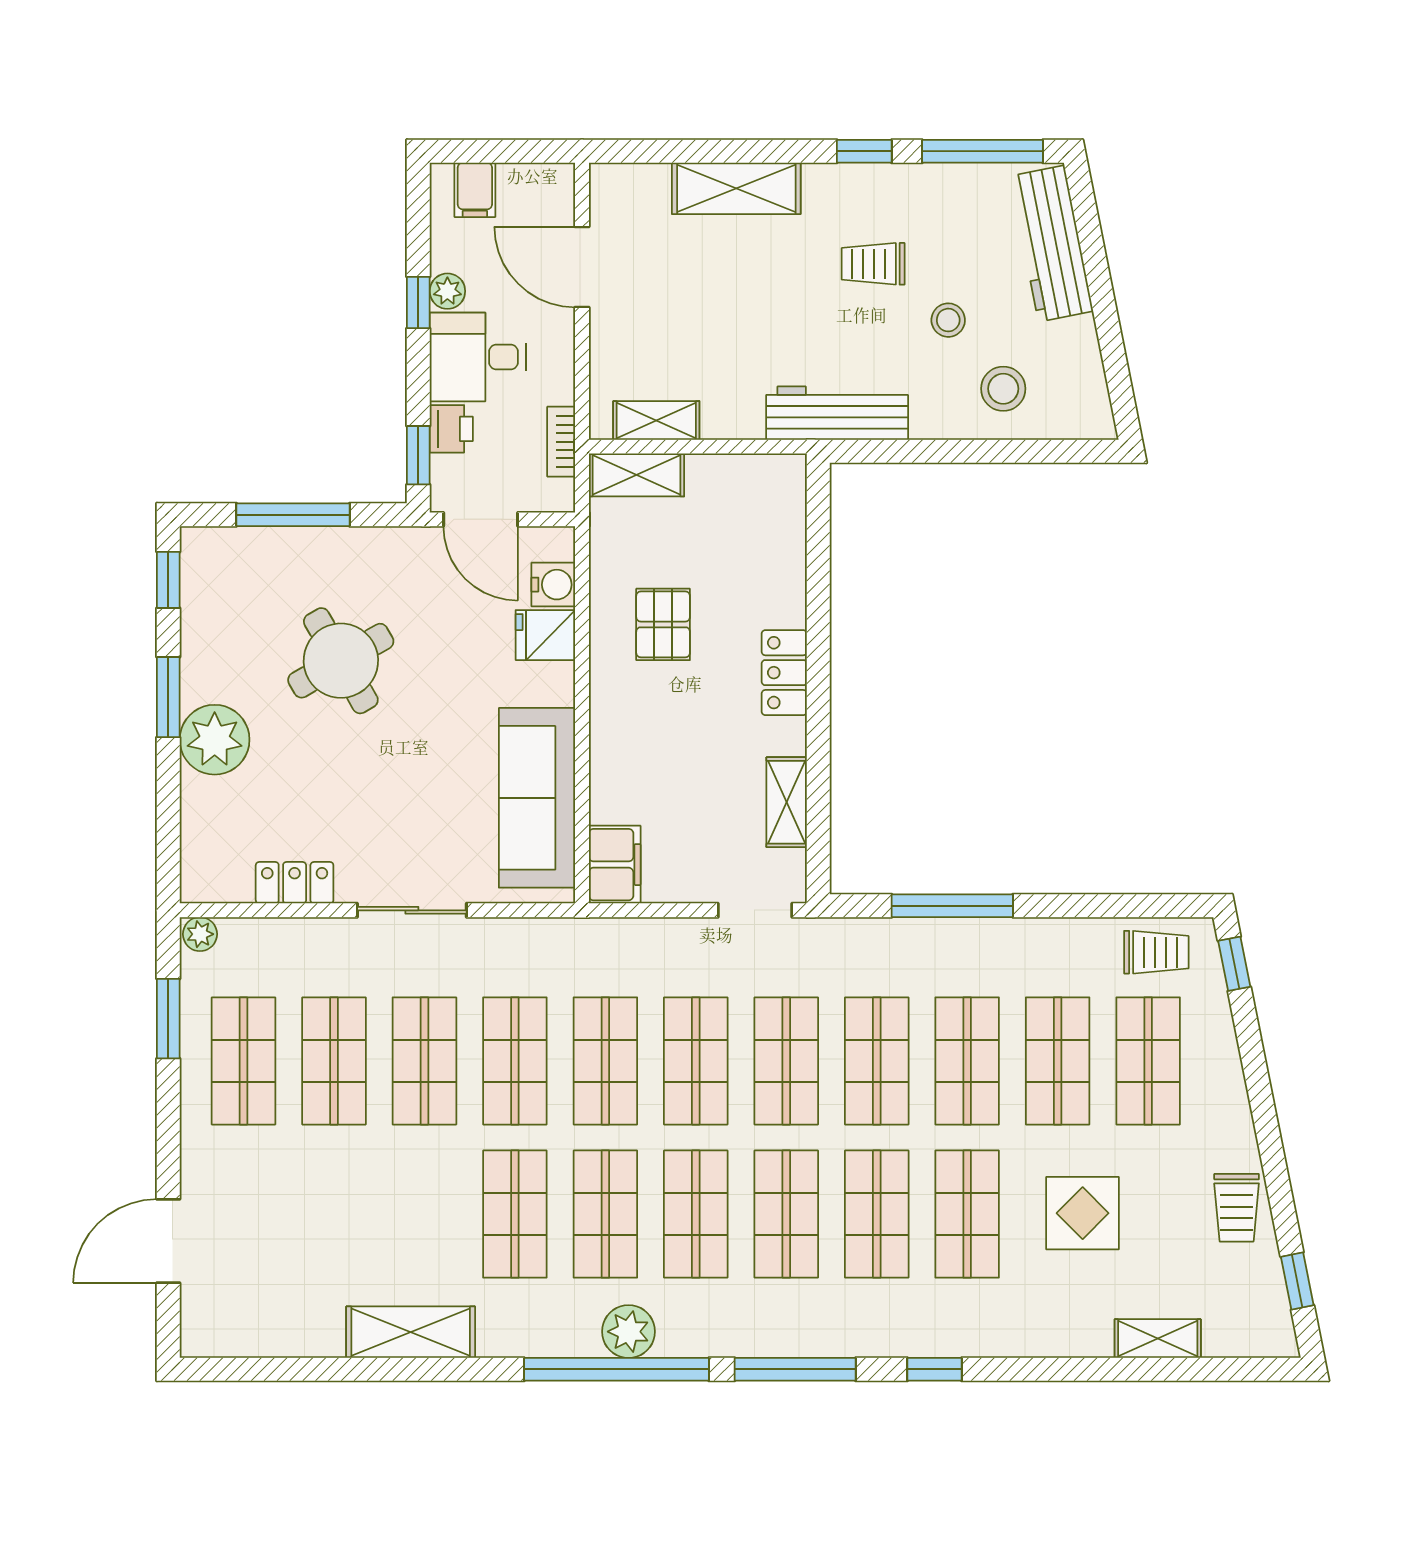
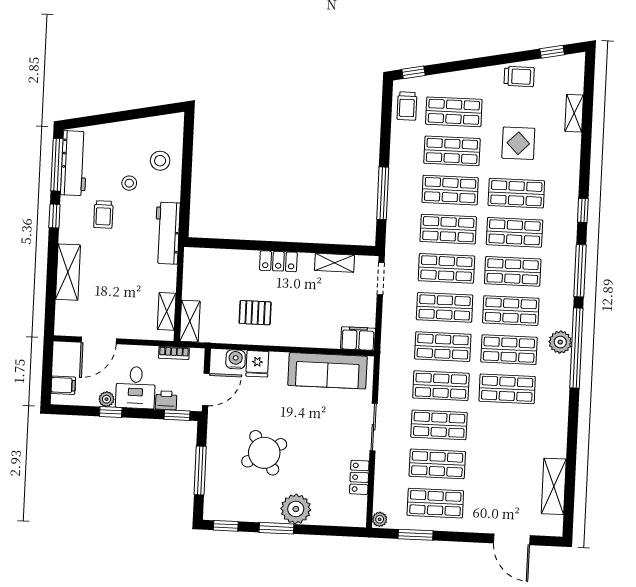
workbench: (1051, 244) -> (74, 163), moved, turned -79
trolley: (1156, 952) -> (407, 106), turned 180
shelving: (411, 1332) -> (554, 486), moved

